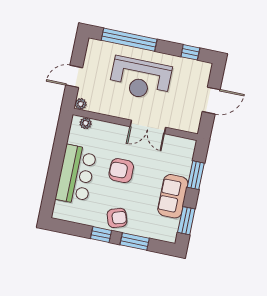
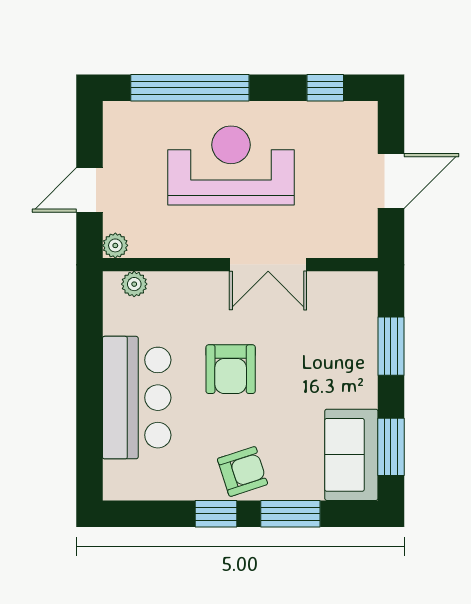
reception desk: (140, 79) -> (231, 165), turned 180
armchair: (121, 171) -> (231, 369), turned -90
sofa: (173, 196) -> (351, 455), moved

